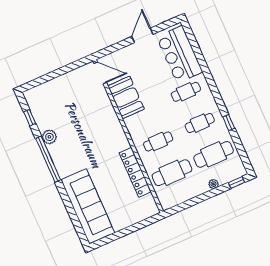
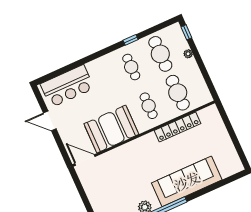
door: (100, 73) -> (85, 160), hinge flipped
cafe table: (186, 92) -> (102, 80), removed
booth: (126, 97) -> (111, 129), width x1.36, depth x1.42
sofa: (88, 206) -> (187, 181), moved

